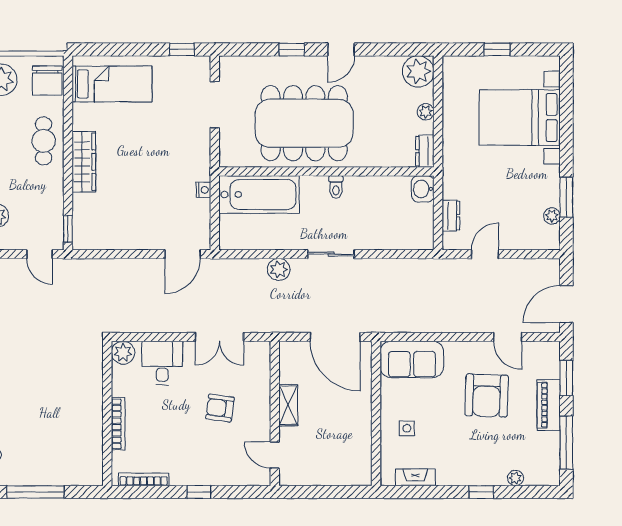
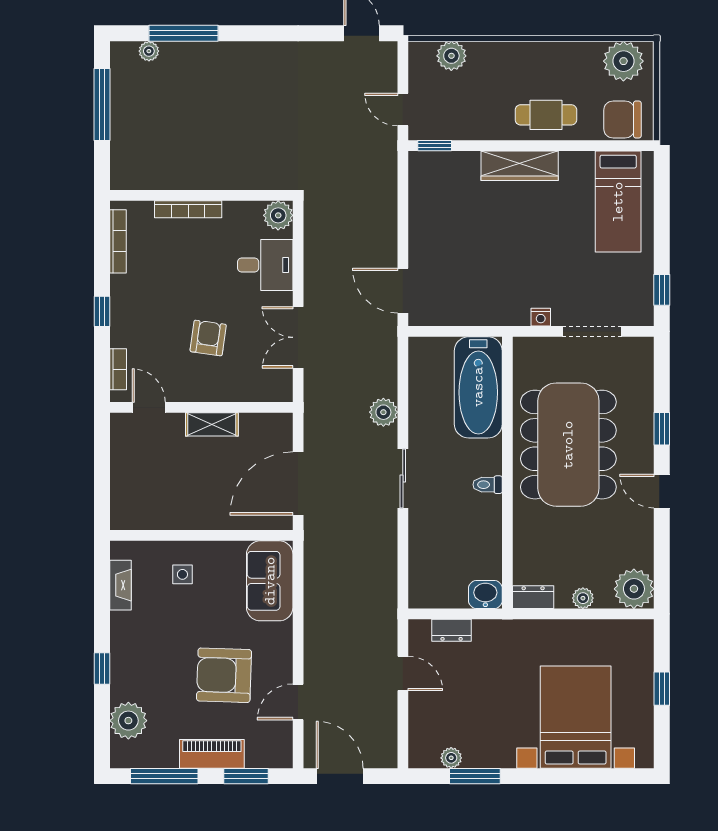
nightstand: (203, 190) -> (541, 317), moved
door: (39, 254) -> (403, 110), hinge flipped
door: (275, 455) -> (149, 407), hinge flipped
plant: (516, 478) -> (128, 721), width x1.88, depth x1.88
bookcase: (245, 479) -> (118, 369), added

